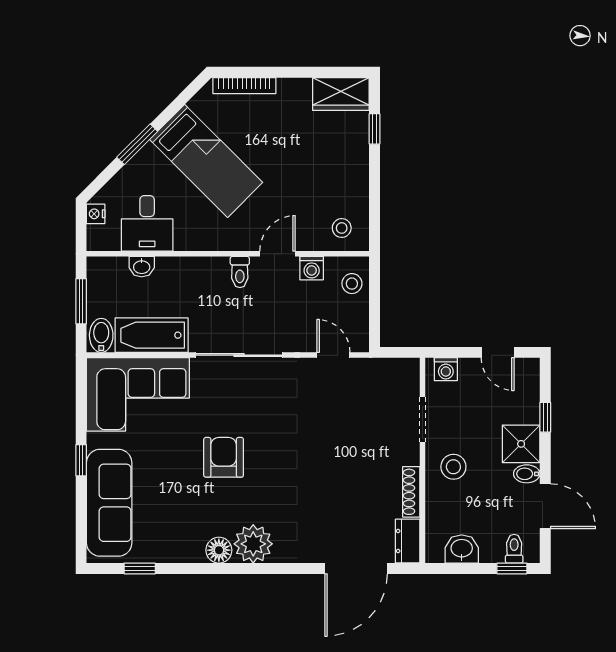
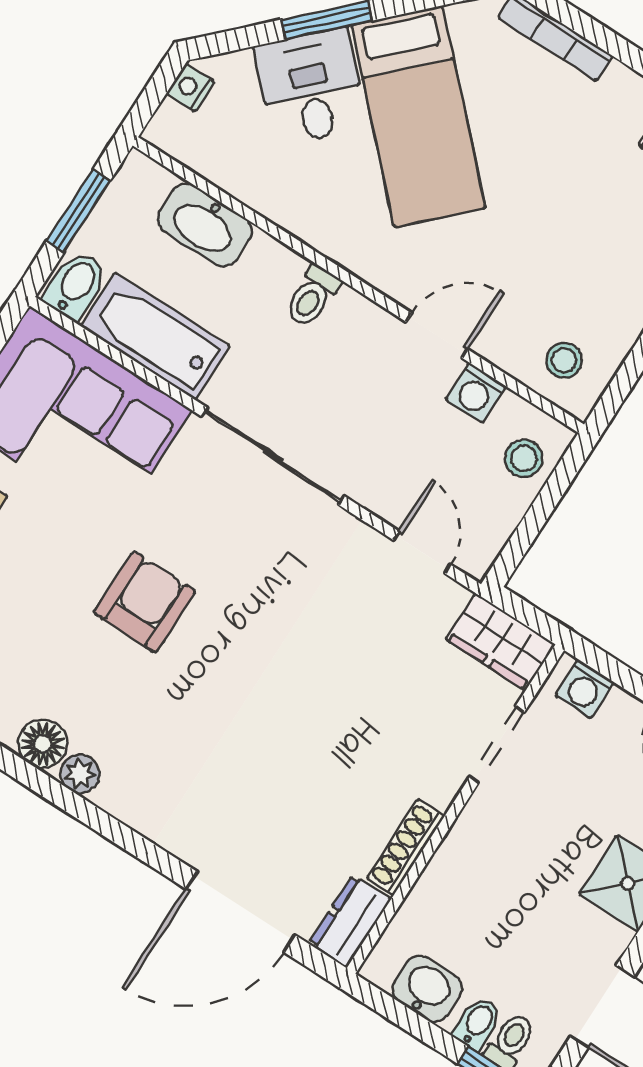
desk: (147, 223) -> (311, 87), moved, turned 135
washbasin: (142, 267) -> (205, 225), width x1.91, depth x1.45
toilet: (240, 272) -> (312, 296), moved
wardrobe: (395, 372) -> (501, 642), added
stool: (453, 467) -> (498, 851), removed
bidet: (527, 474) -> (477, 1023), moved, turned 90
plant: (253, 544) -> (80, 774), width x0.53, depth x0.53

